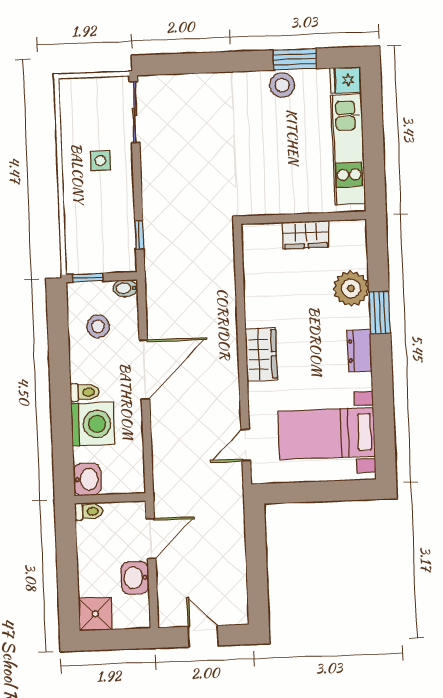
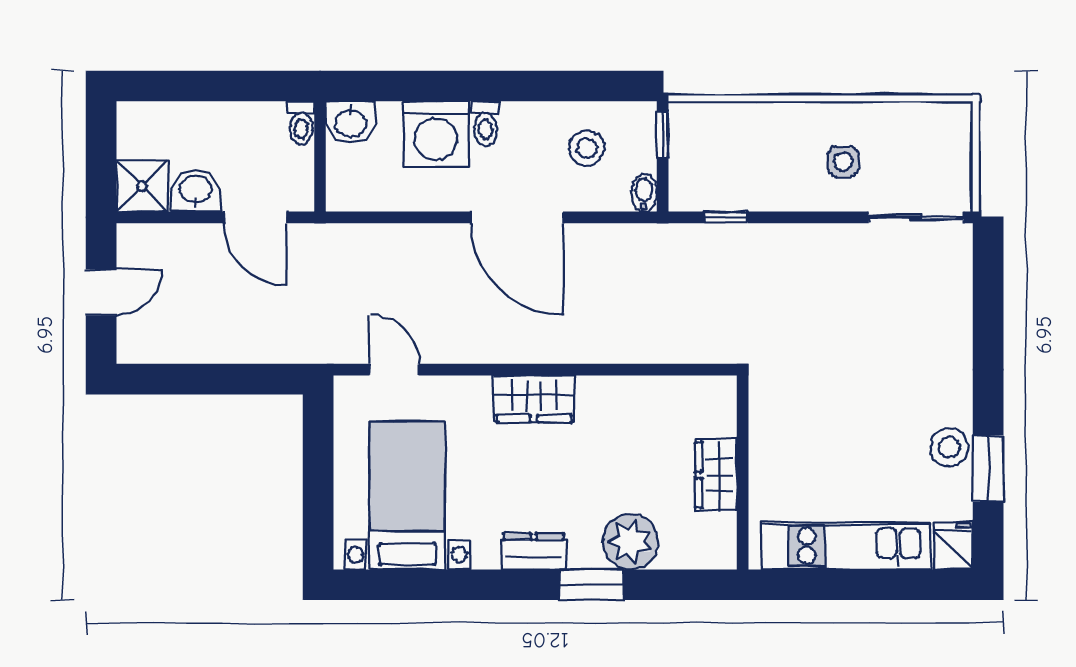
shower: (95, 614) -> (142, 186), moved

